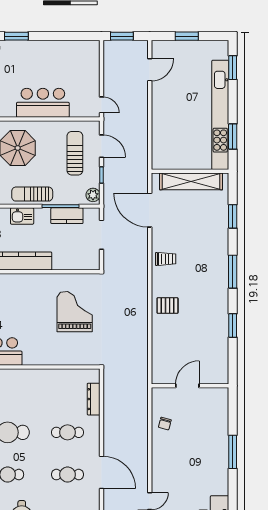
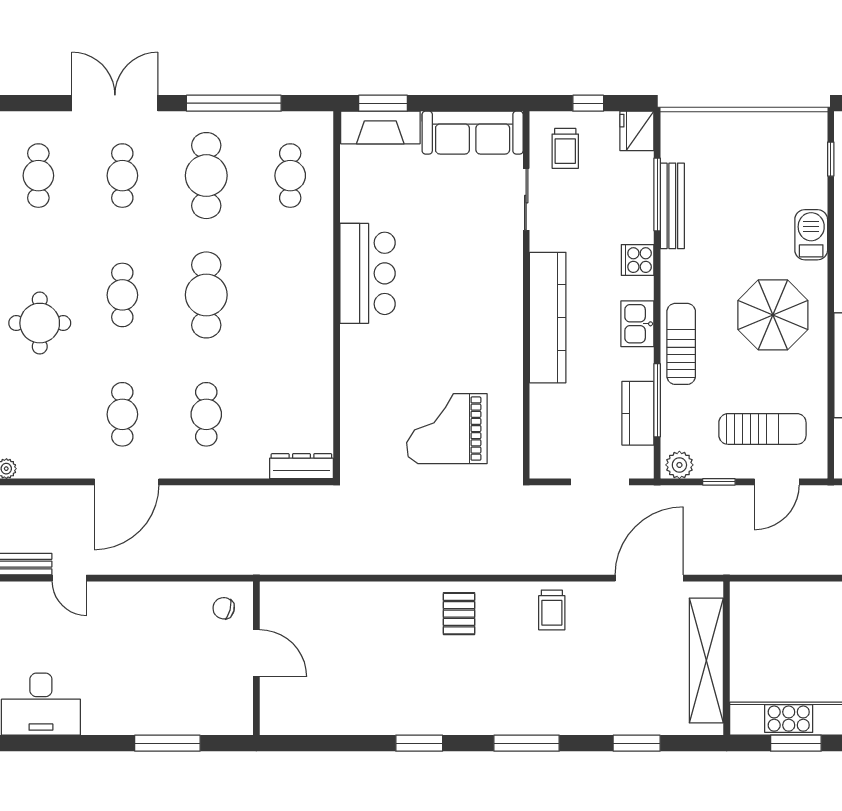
grand piano: (75, 312) -> (447, 429), turned 180
door: (187, 386) -> (256, 653), moved
wall: (190, 386) -> (256, 658), moved
dresser: (94, 399) -> (301, 466), moved

